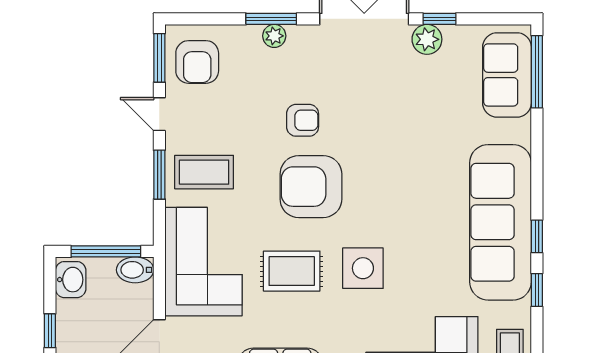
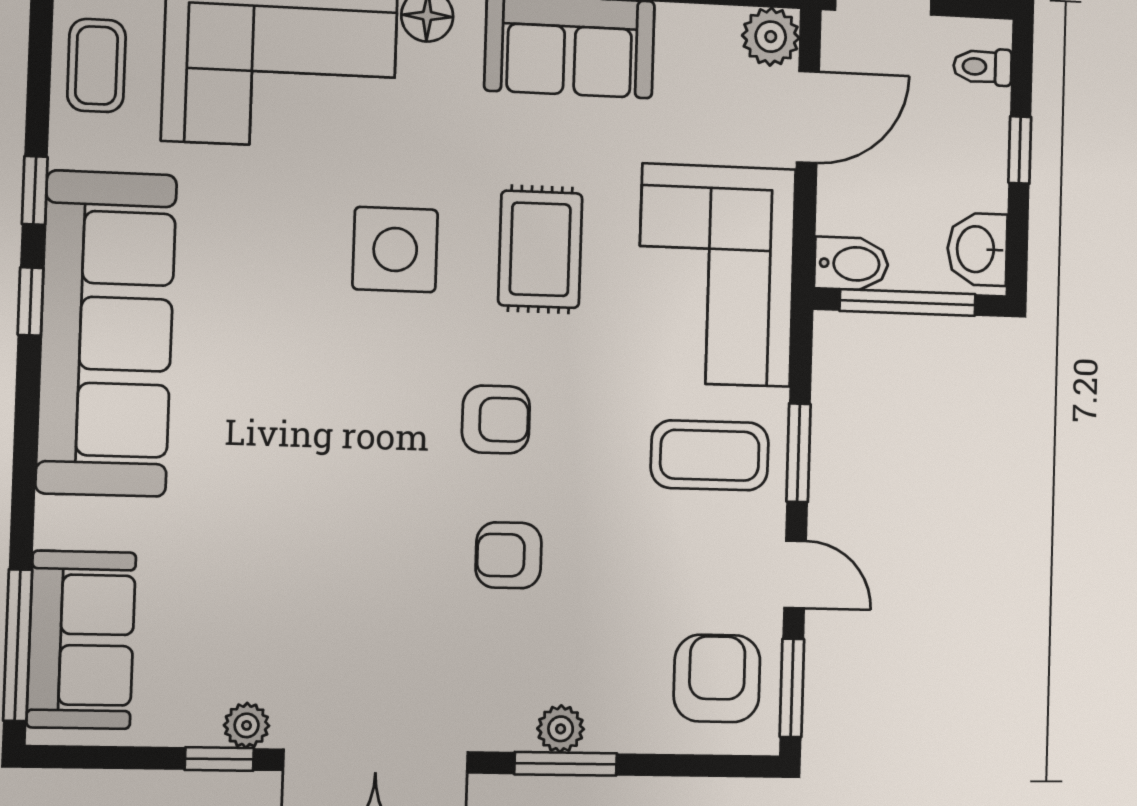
plant: (427, 39) -> (247, 725), width x0.73, depth x0.73
armchair: (311, 187) -> (496, 419), width x0.53, depth x0.53
rug: (292, 271) -> (540, 249), turned 90

